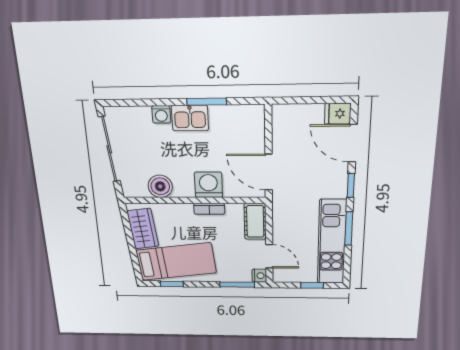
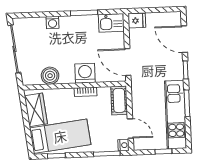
fridge: (338, 114) -> (137, 21), moved, turned 180
kitchen sink: (190, 118) -> (111, 23), moved

